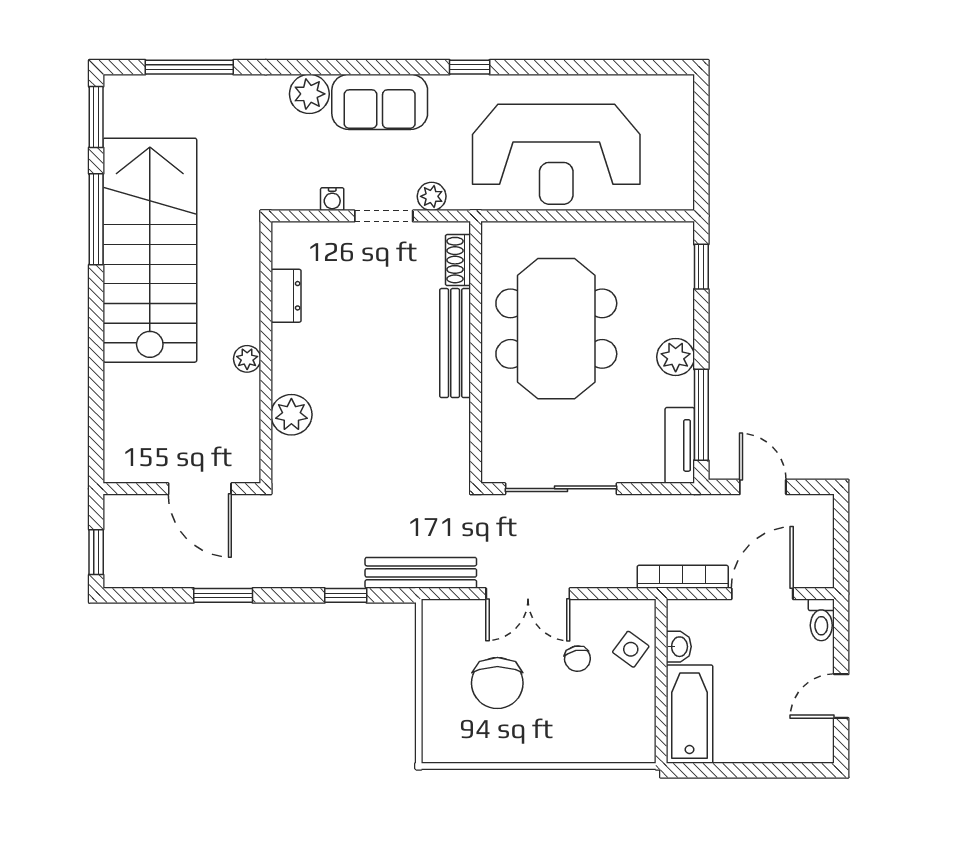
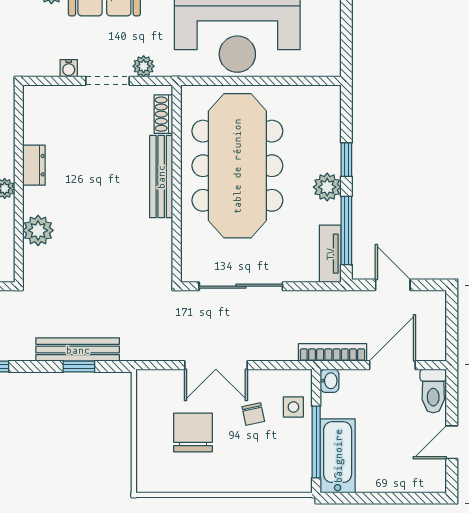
window: (701, 267) -> (346, 160), moved
dresser: (286, 296) -> (34, 165), moved
meeting table: (556, 329) -> (237, 166), width x1.36
bench: (421, 573) -> (78, 350), moved
toilet: (821, 620) -> (433, 391), width x1.37, depth x1.39
washbasin: (679, 647) -> (330, 381), moved
side table: (631, 649) -> (293, 407), turned -36
chair: (497, 683) -> (193, 432), turned 180
window: (661, 696) -> (316, 442), added

